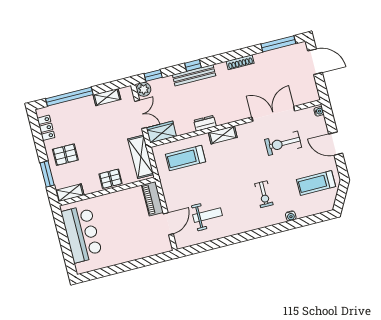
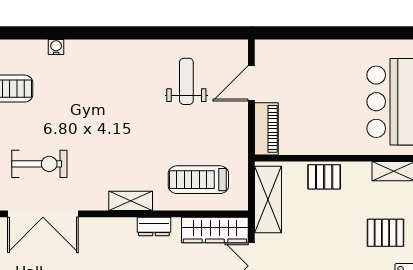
wardrobe: (161, 132) -> (215, 230), width x1.50
treadmill: (185, 158) -> (198, 180), turned 180
exercise bike: (264, 194) -> (90, 92), removed
weight bench: (208, 215) -> (186, 81), turned 90

